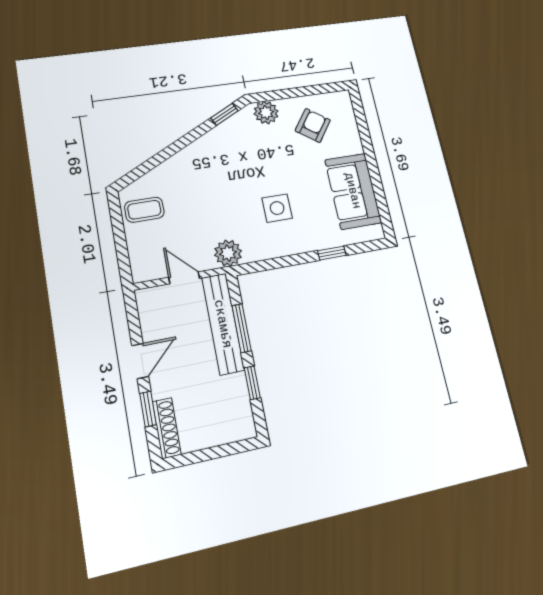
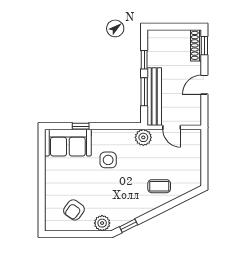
sofa: (353, 191) -> (68, 143), moved, turned 90
coffee table: (144, 210) -> (159, 186), moved
window: (148, 409) -> (204, 46), moved

